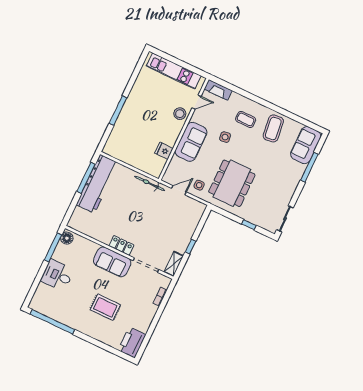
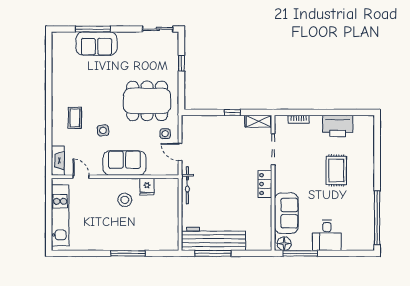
stool: (180, 114) -> (125, 200), moved
coffee table: (273, 128) -> (71, 85), removed
sofa: (306, 145) -> (97, 44), moved
sofa: (112, 262) -> (286, 213), moved
printer: (132, 342) -> (338, 126), moved

